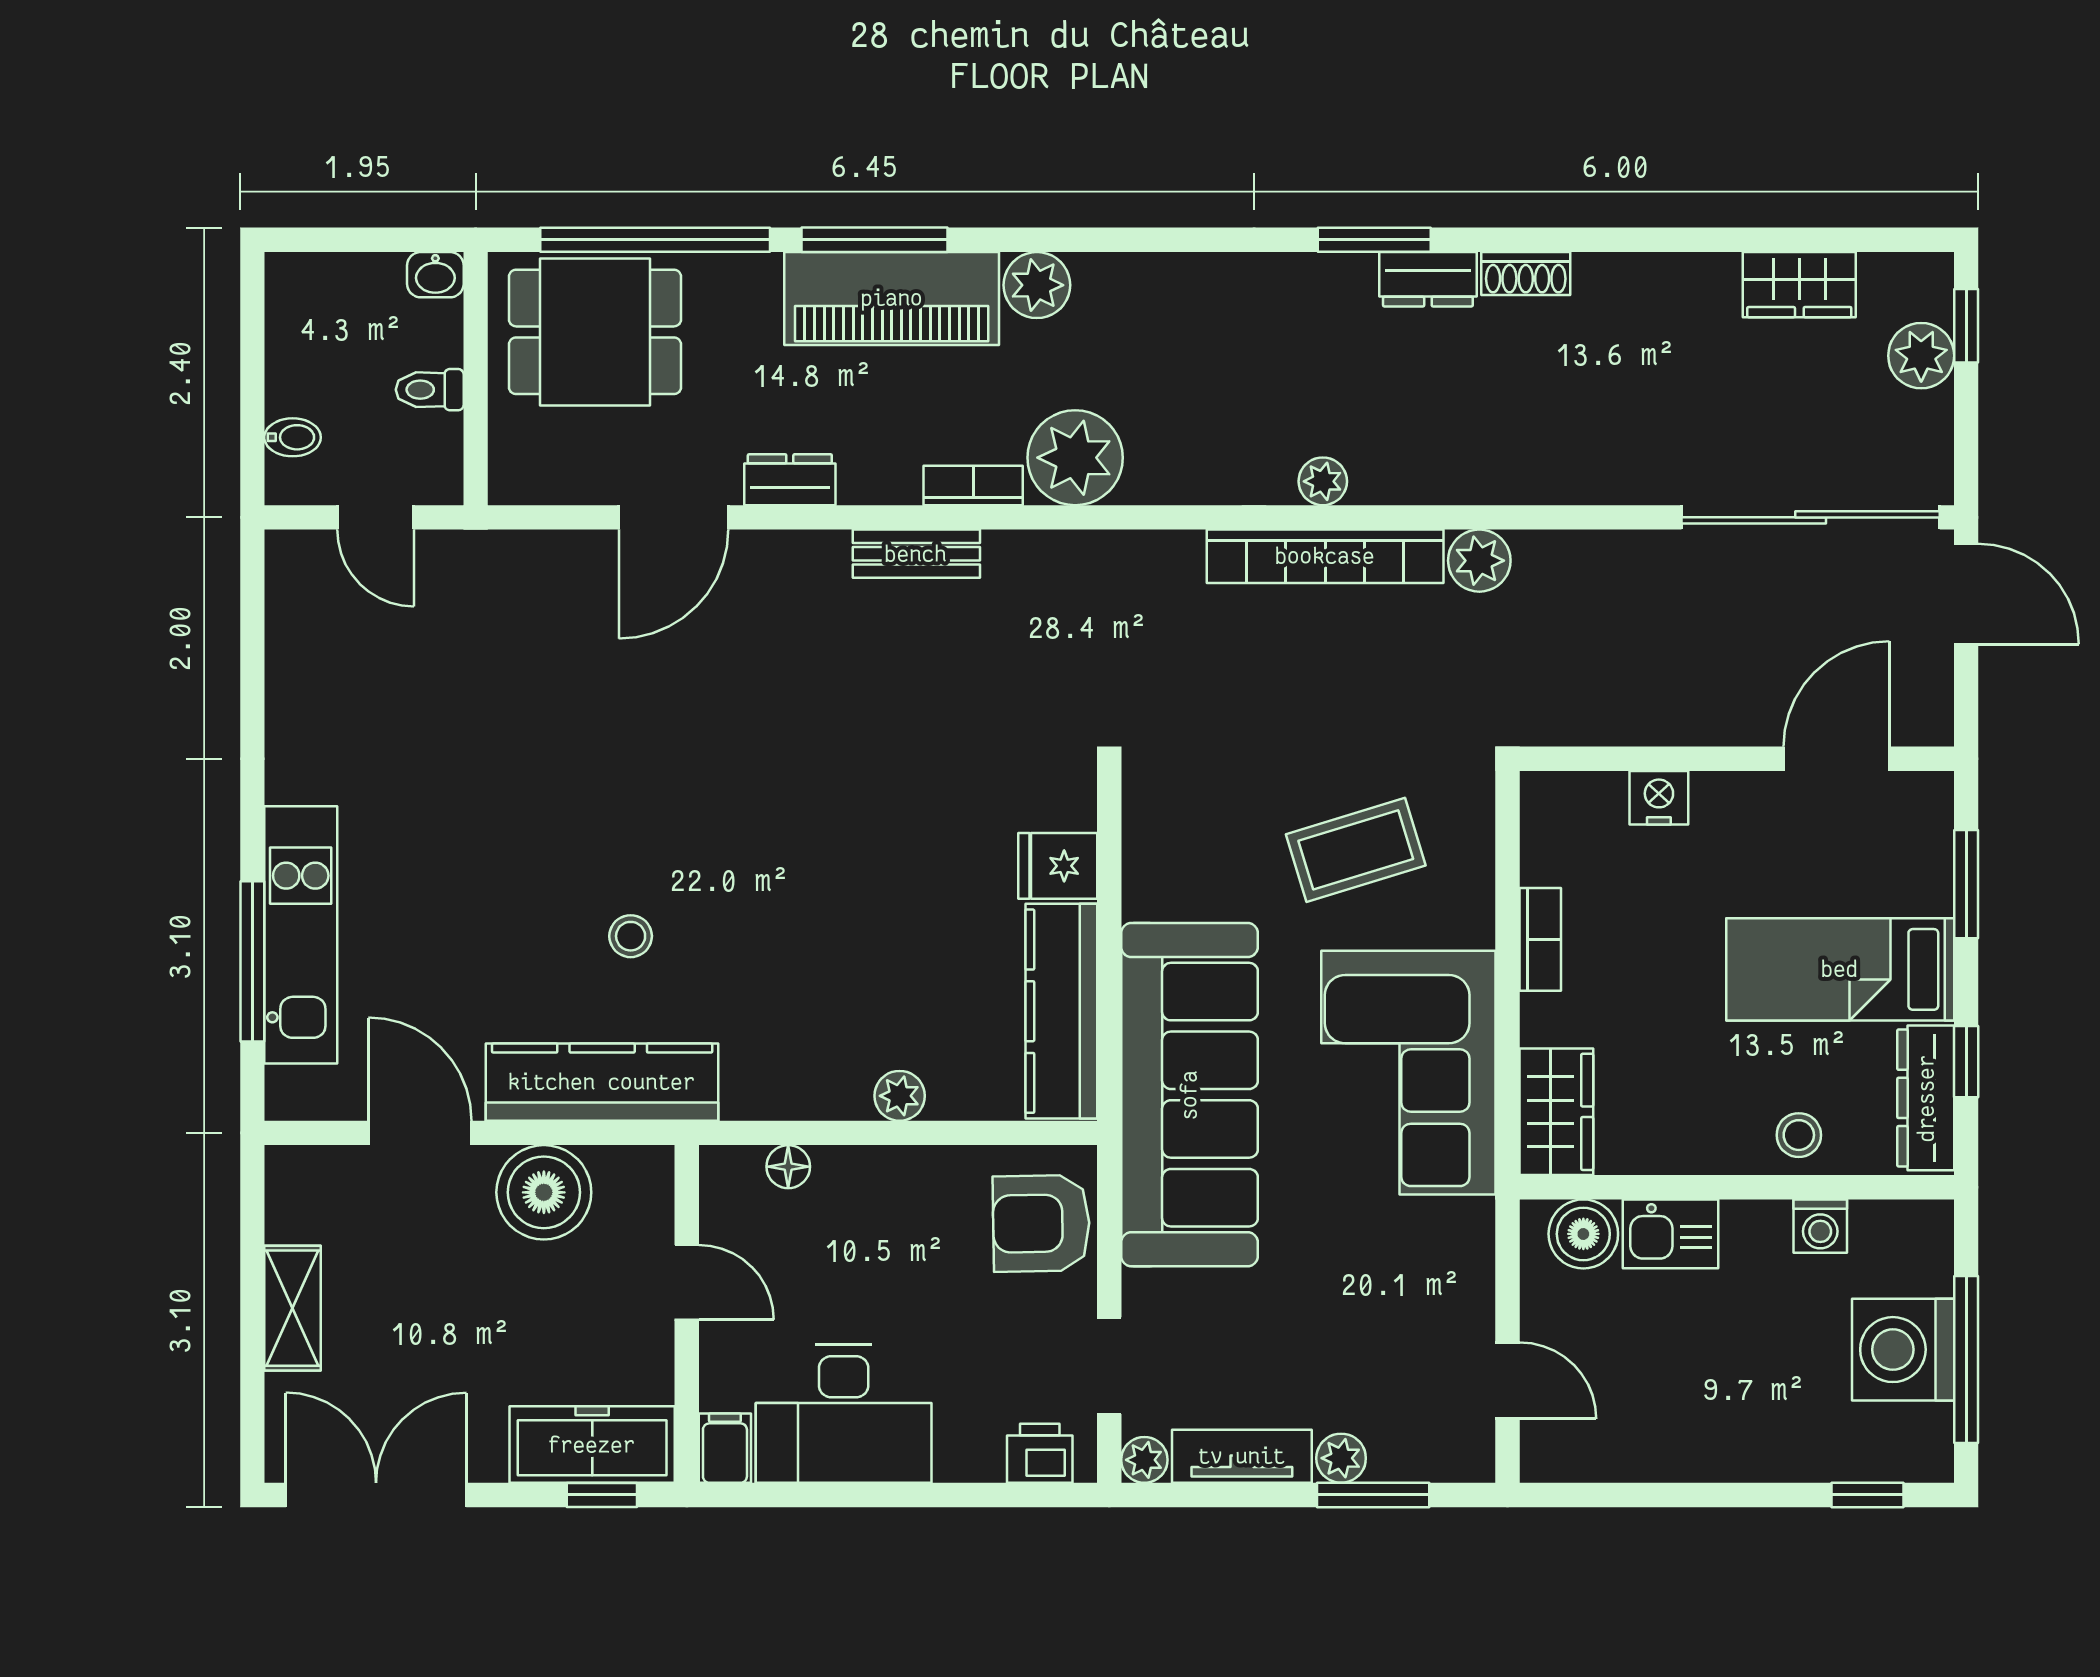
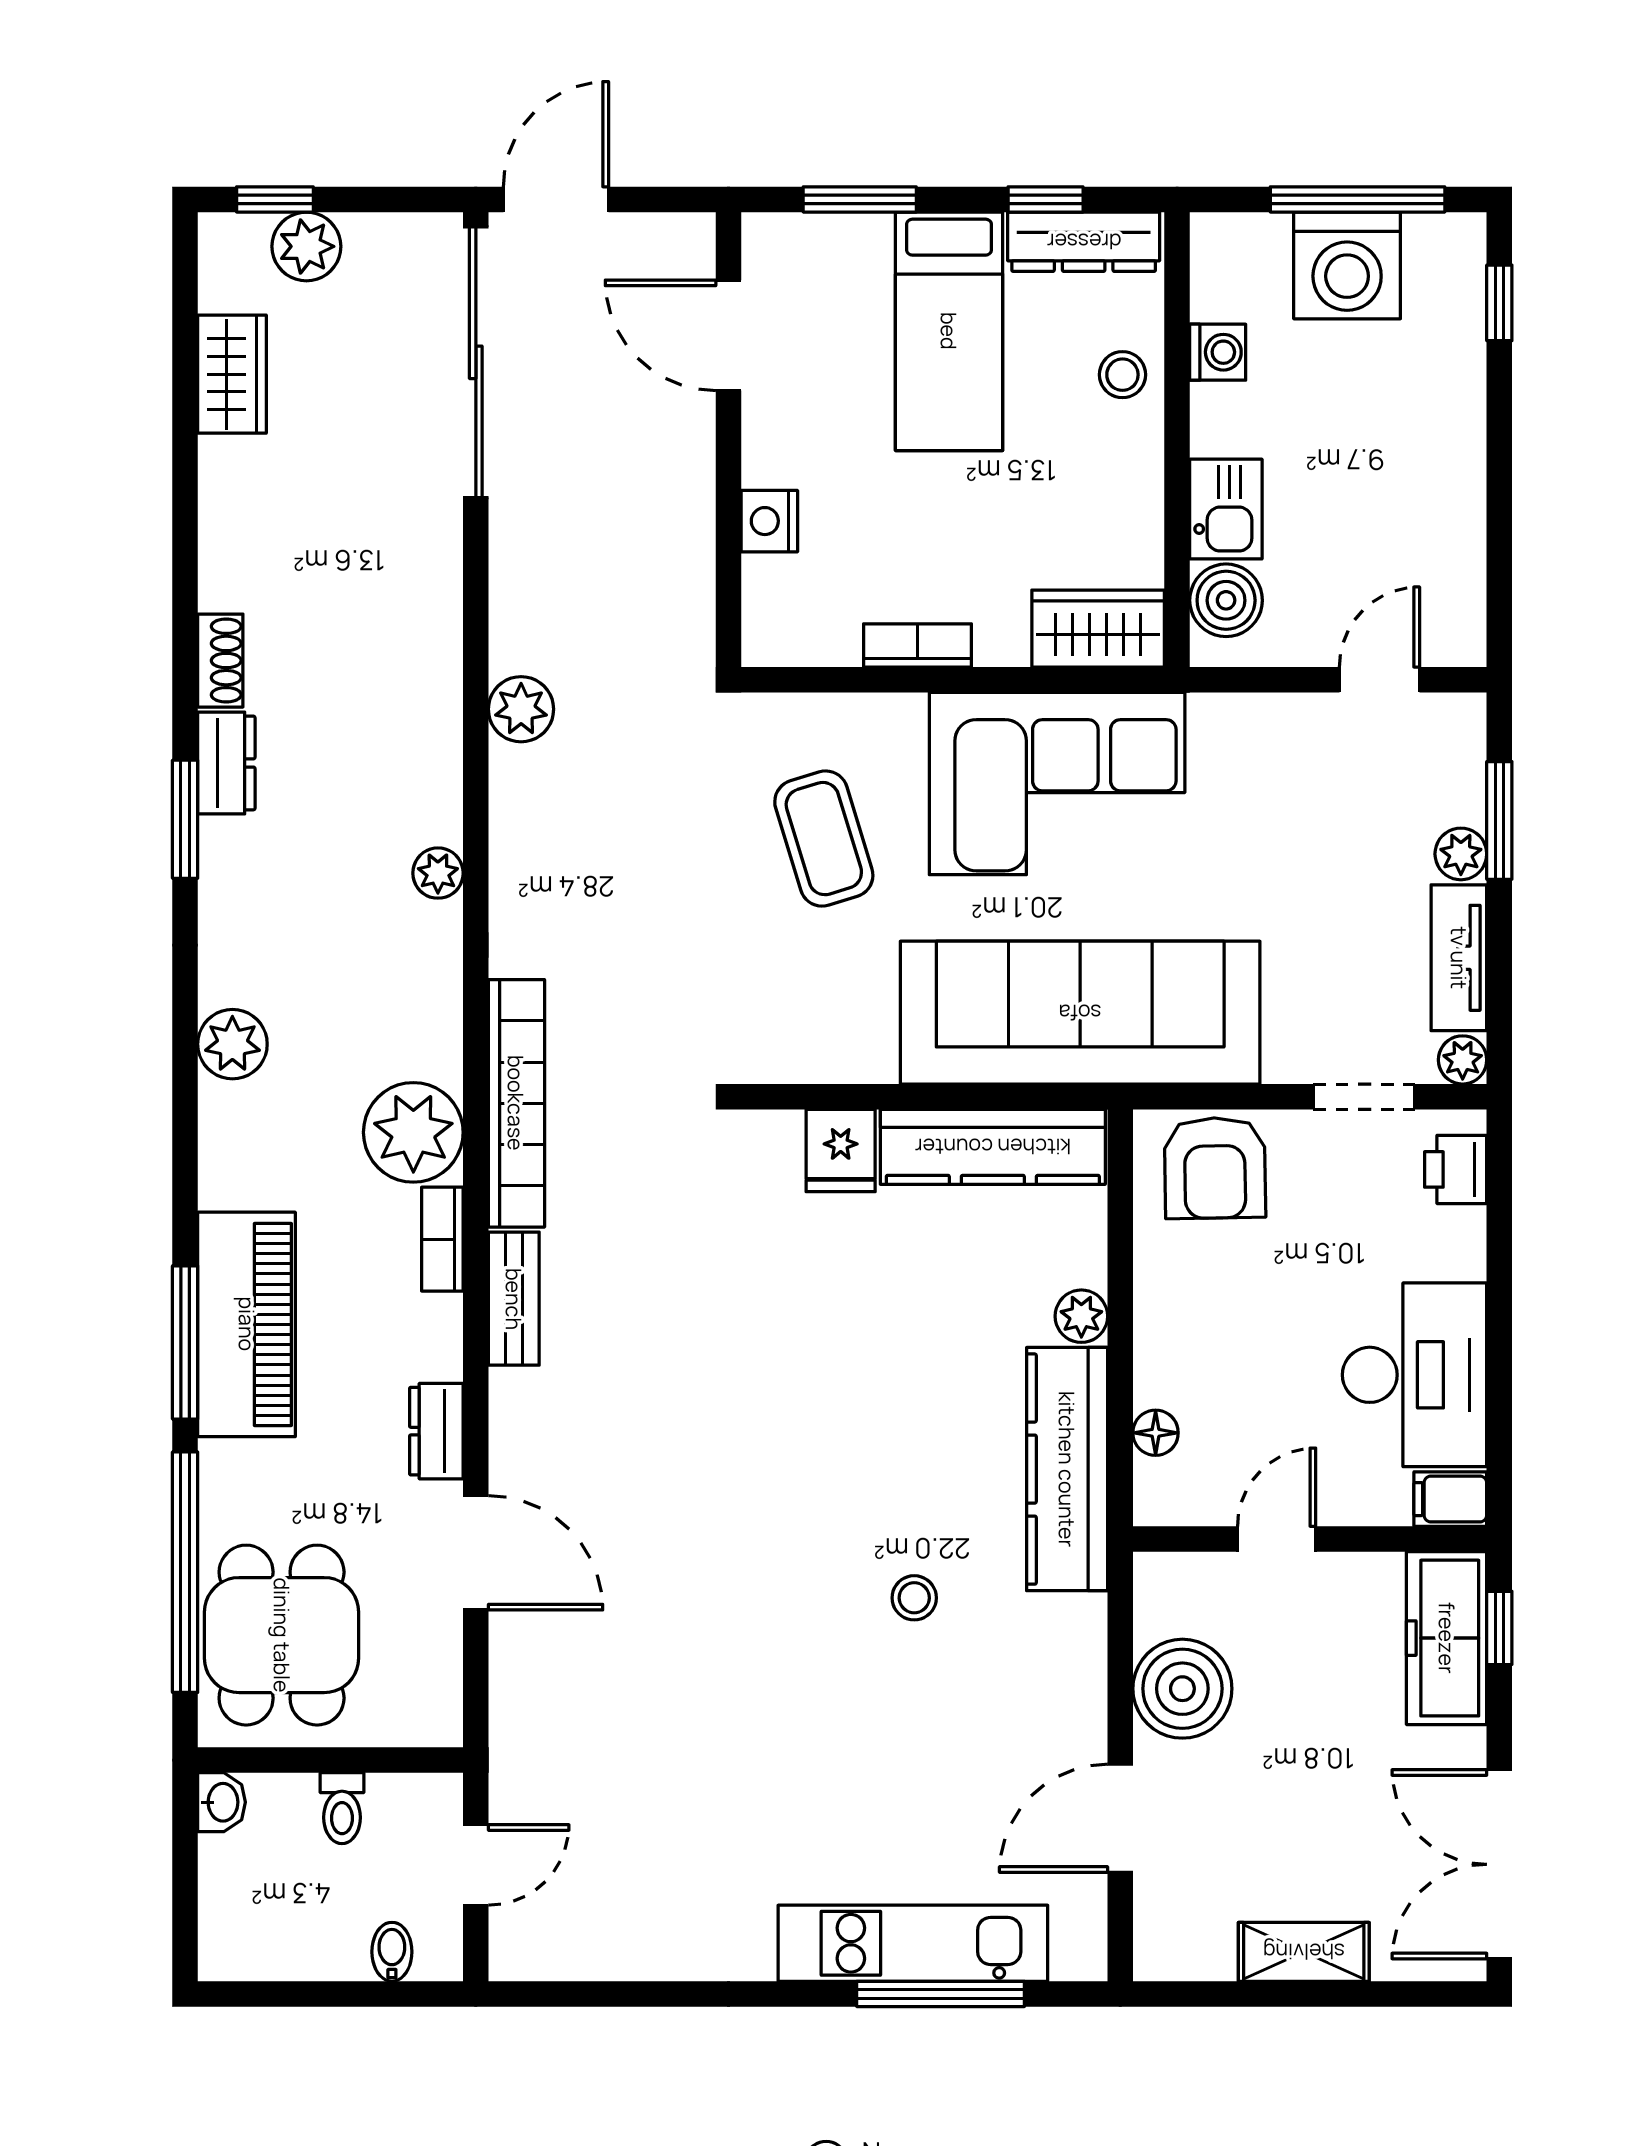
plant: (1037, 285) -> (232, 1044), moved
bookcase: (1325, 556) -> (516, 1103), moved
kitchen counter: (602, 1082) -> (1067, 1469), moved

